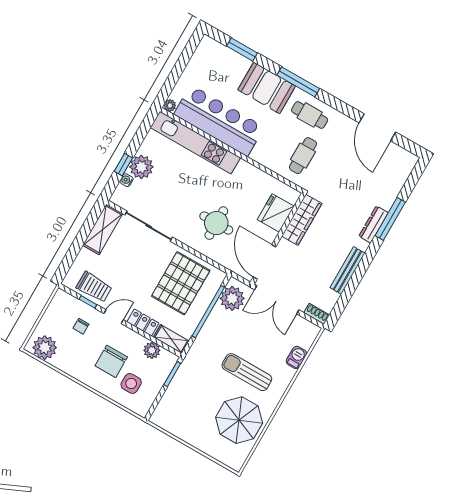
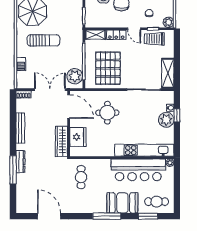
cafe table: (310, 115) -> (157, 202), moved
door: (114, 317) -> (134, 29), hinge flipped
plant: (152, 350) -> (169, 22), moved

